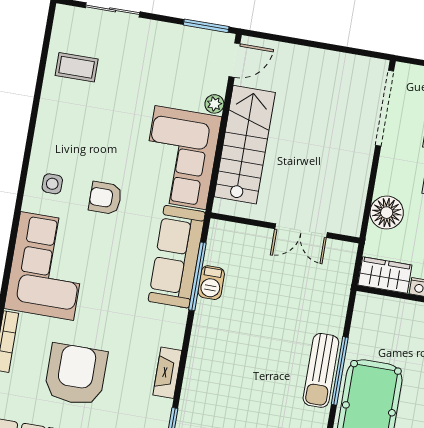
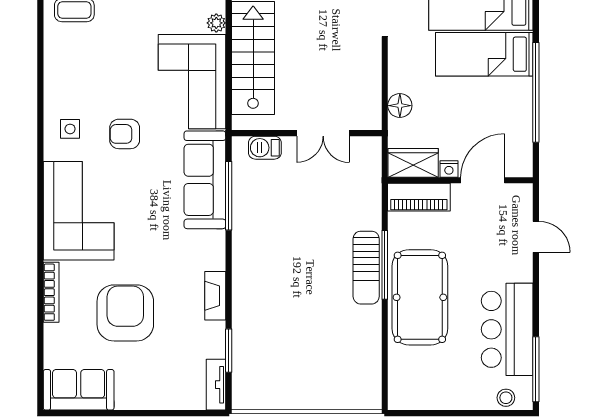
floor lamp: (387, 213) -> (400, 106), width x0.73, depth x0.73
barbecue: (211, 283) -> (265, 148), moved, turned 90
piano: (385, 310) -> (419, 197), added

